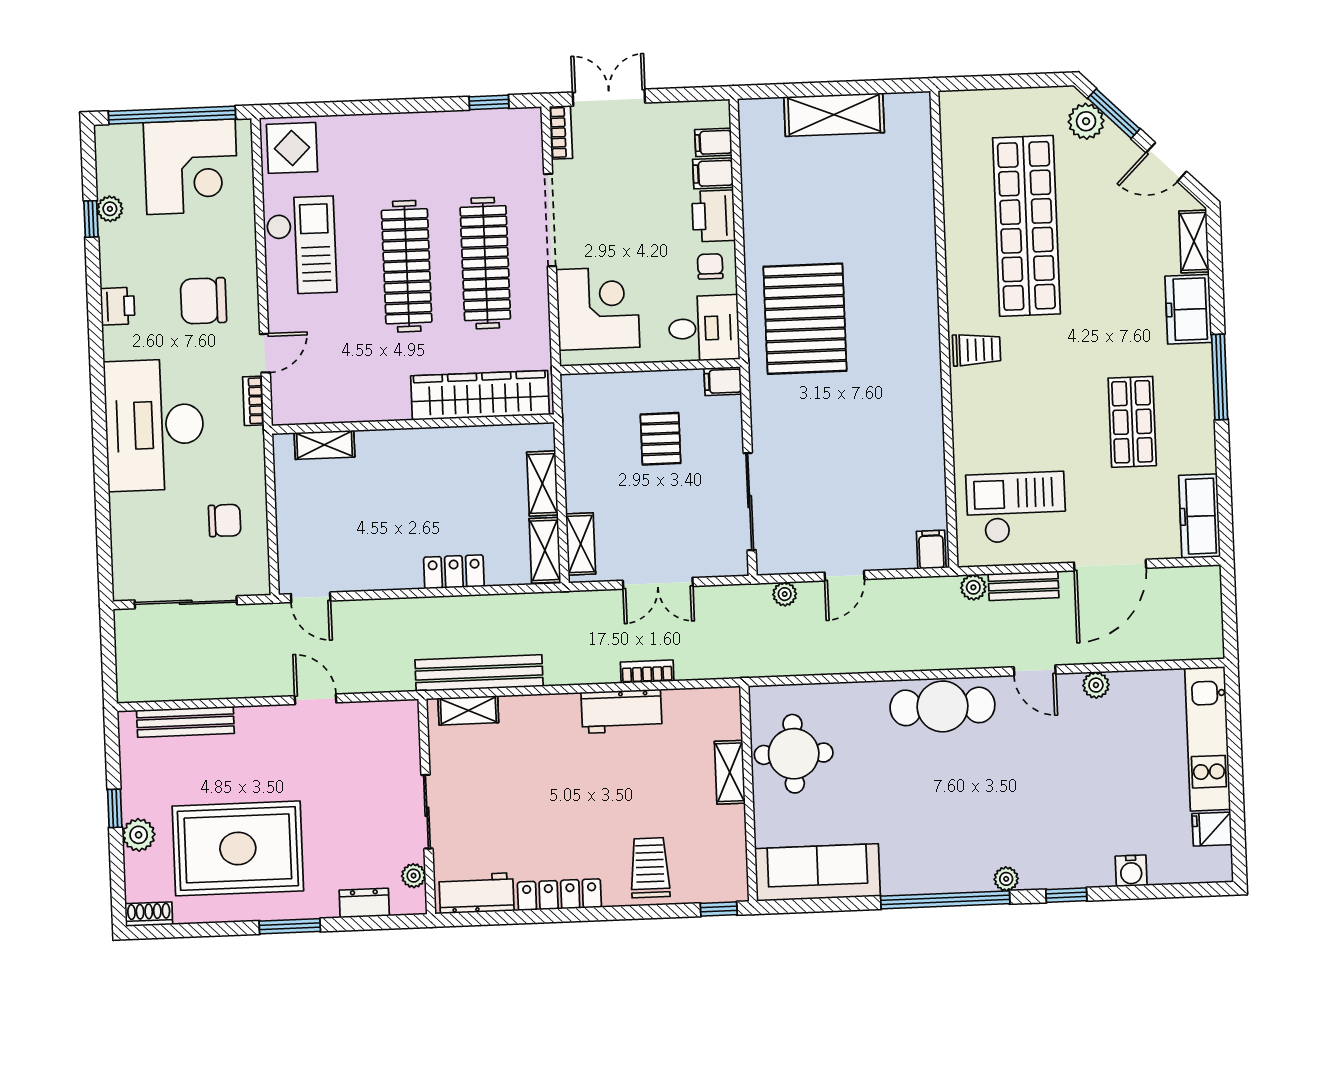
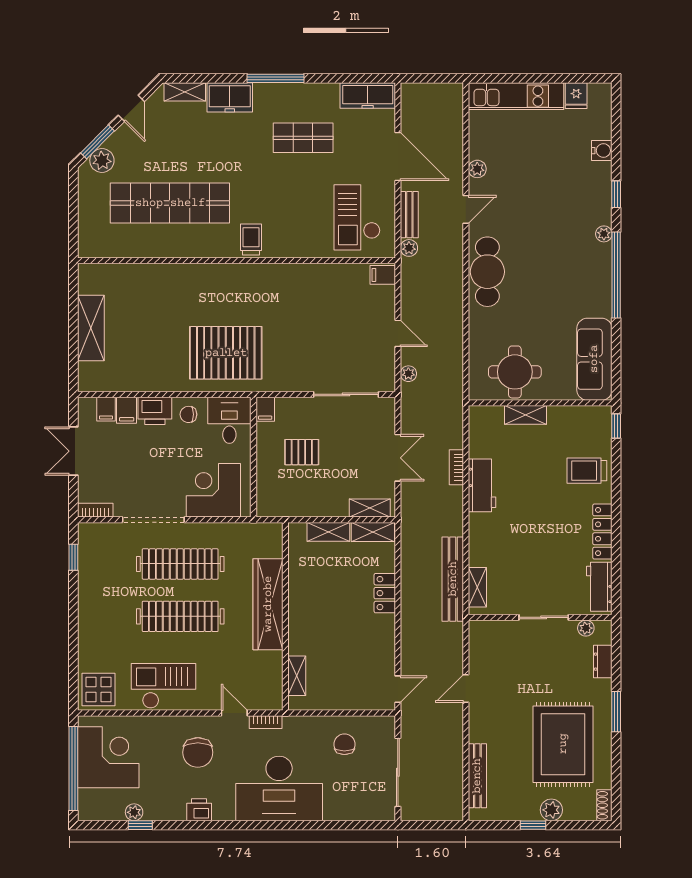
double door: (609, 98) -> (73, 451), moved
wardrobe: (480, 395) -> (268, 604), moved

